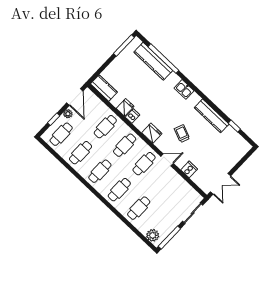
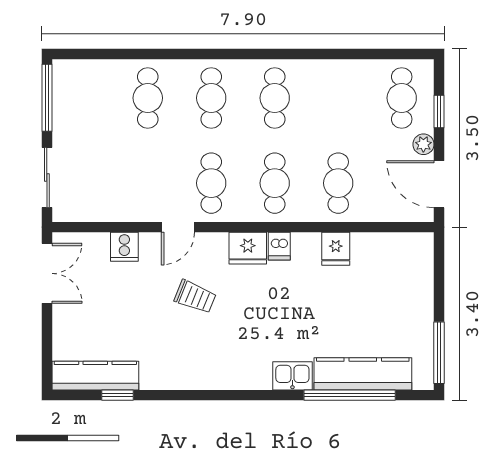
kitchen counter: (104, 88) -> (404, 247), removed
kitchen sink: (184, 89) -> (292, 376), moved
dishwasher: (133, 116) -> (279, 246), moved
kitchen counter: (212, 116) -> (95, 376), moved
cafe table: (81, 153) -> (338, 98), removed
double door: (221, 184) -> (47, 273), swing flipped
plant: (153, 235) -> (79, 74), removed

